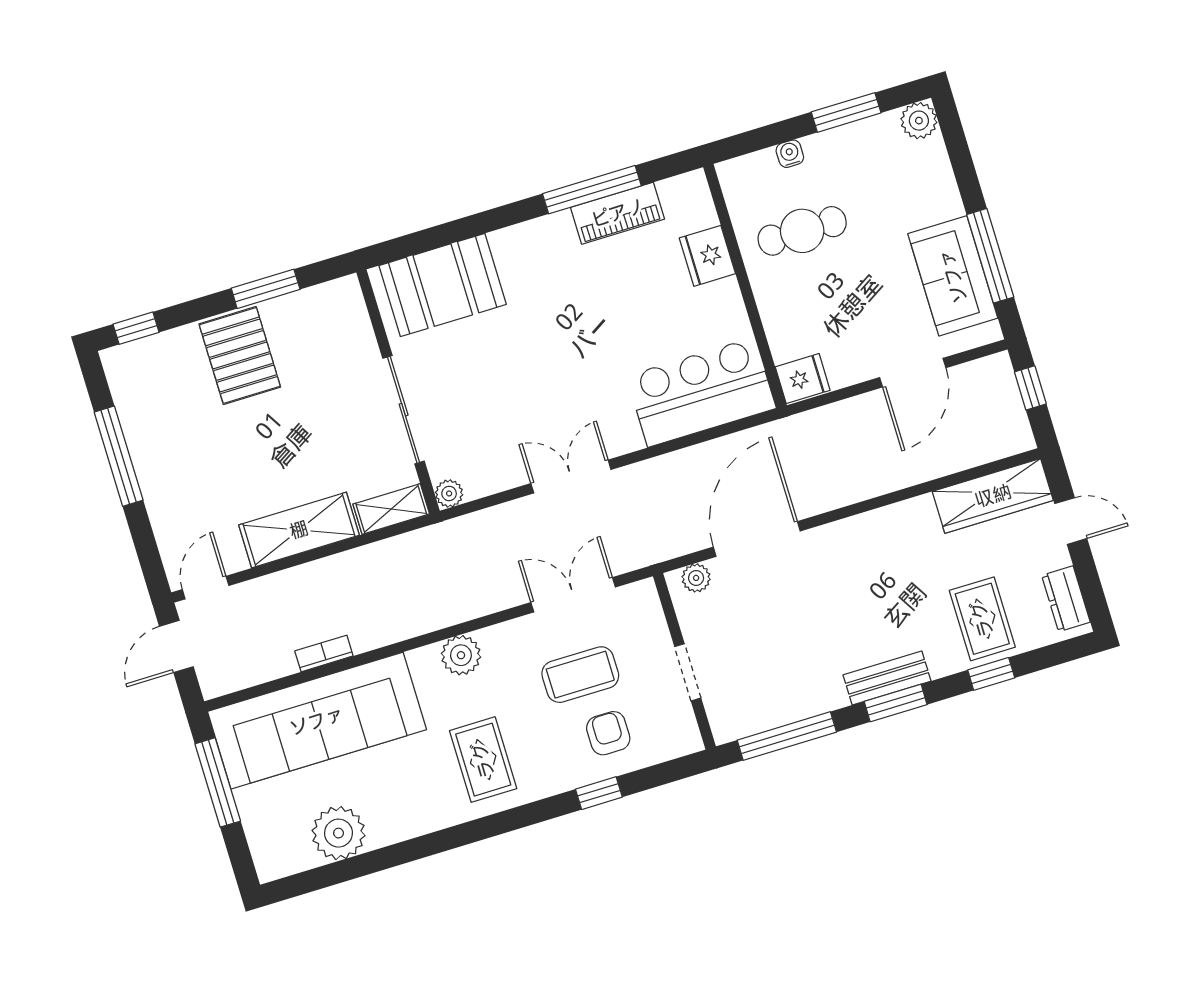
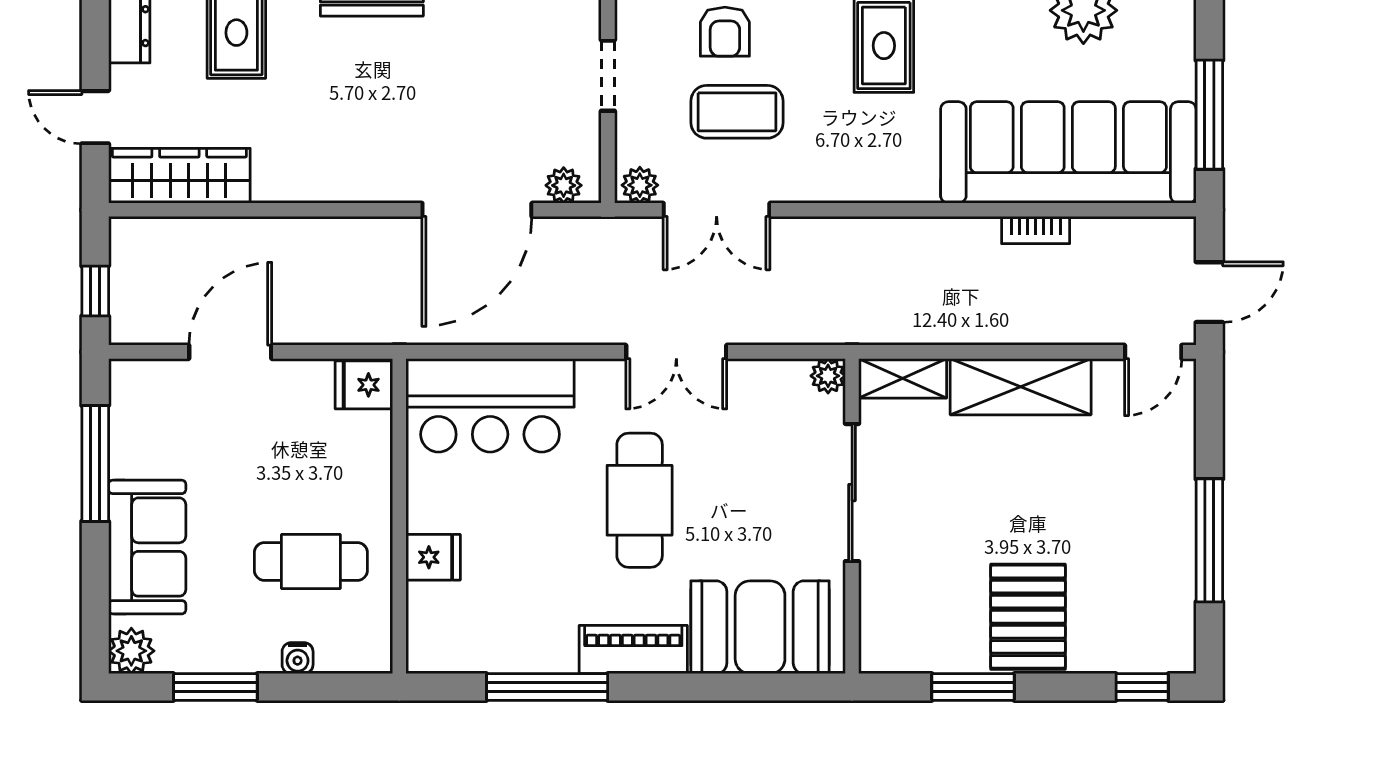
piano: (618, 213) -> (633, 650), moved
fridge: (707, 256) -> (433, 557), width x0.72
sofa: (953, 276) -> (147, 547), moved
cafe table: (565, 354) -> (640, 500), added
plant: (461, 655) -> (640, 185), moved, width x0.73, depth x0.73

